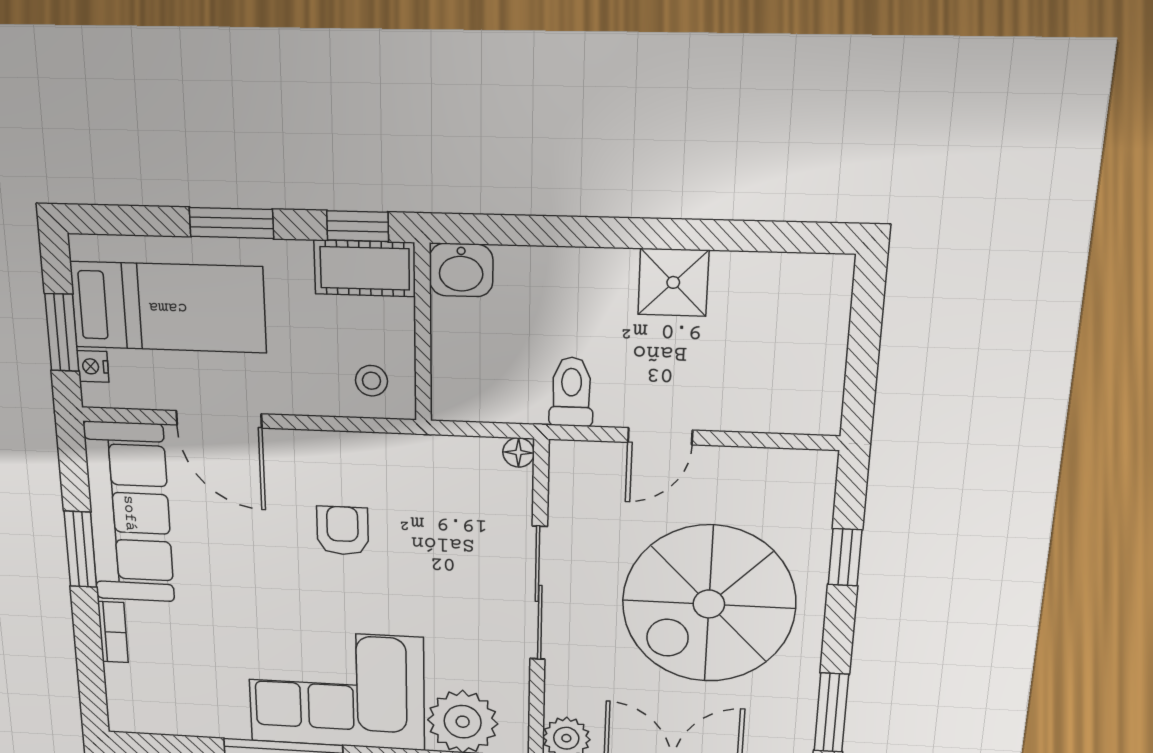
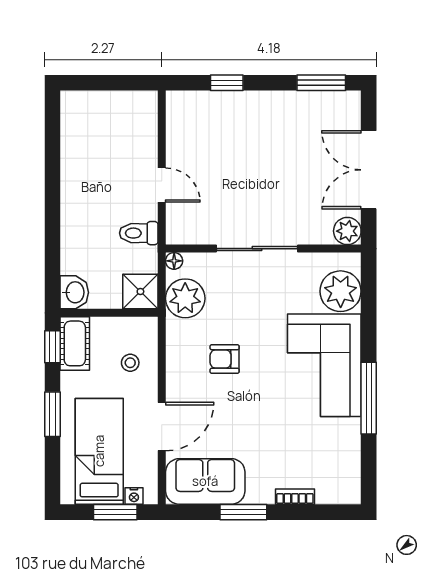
shower: (673, 282) -> (140, 292), moved
stool: (371, 381) -> (130, 363), moved
plant: (450, 469) -> (185, 298), added
sofa: (129, 513) -> (205, 481), width x0.73
spiral stairs: (709, 604) -> (258, 154), removed

